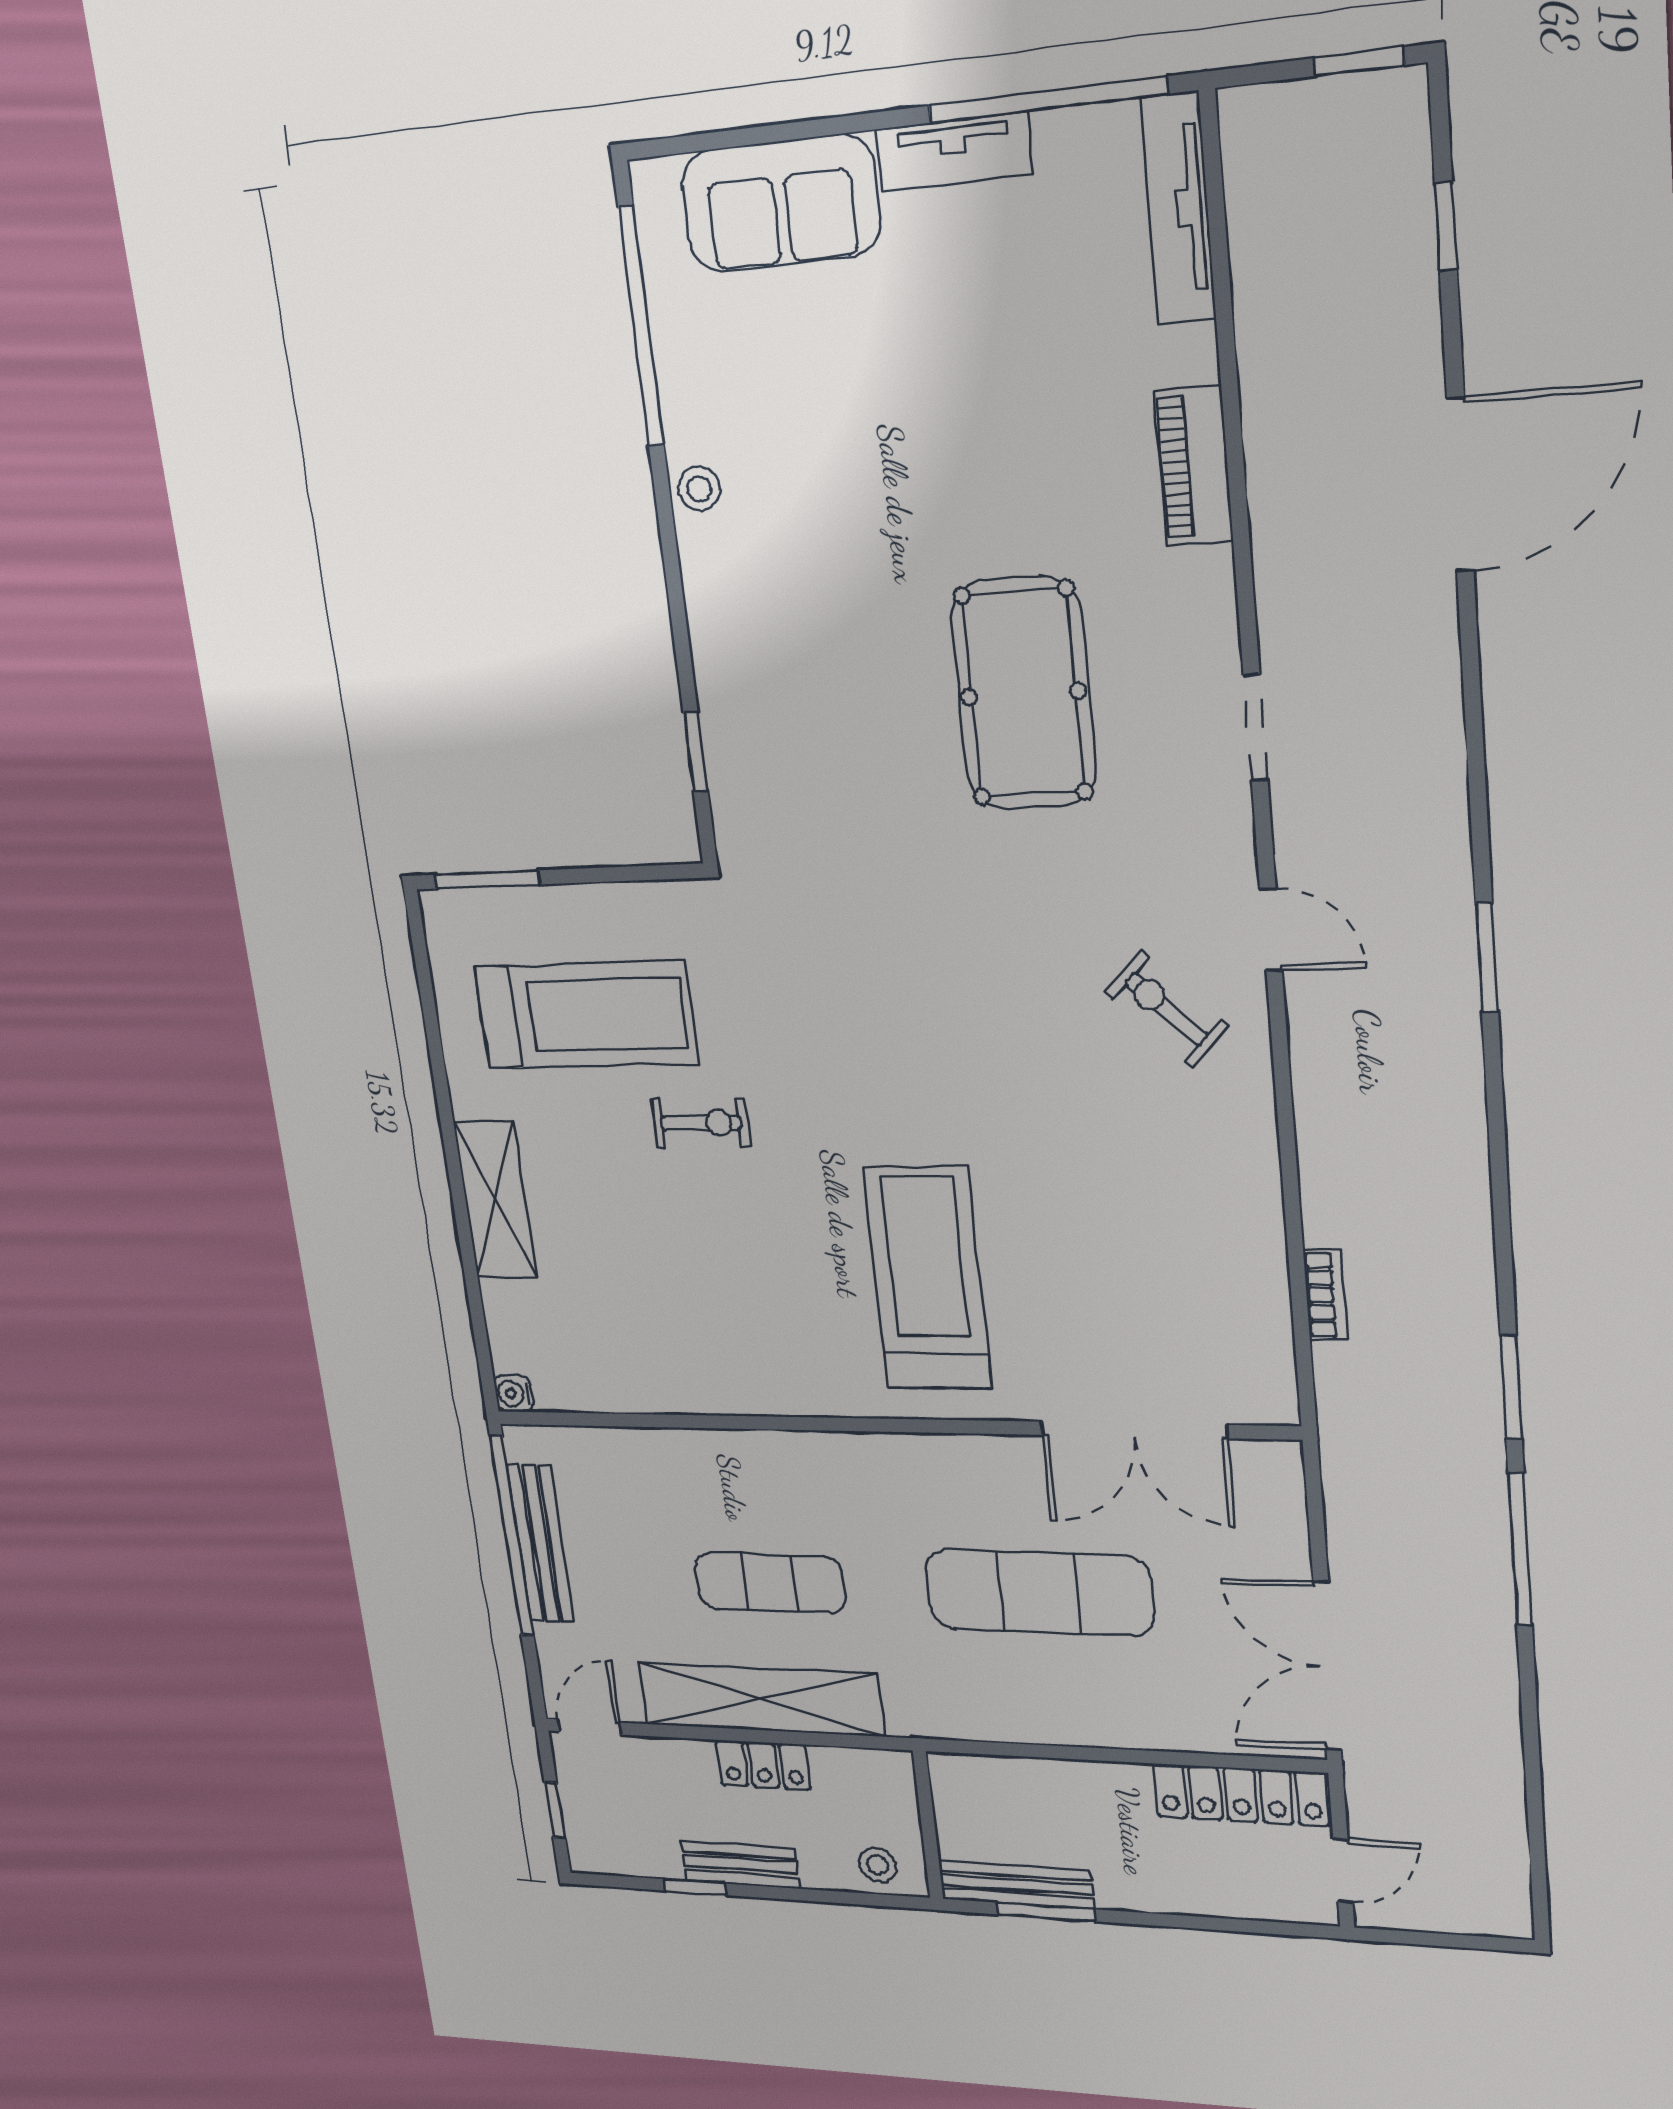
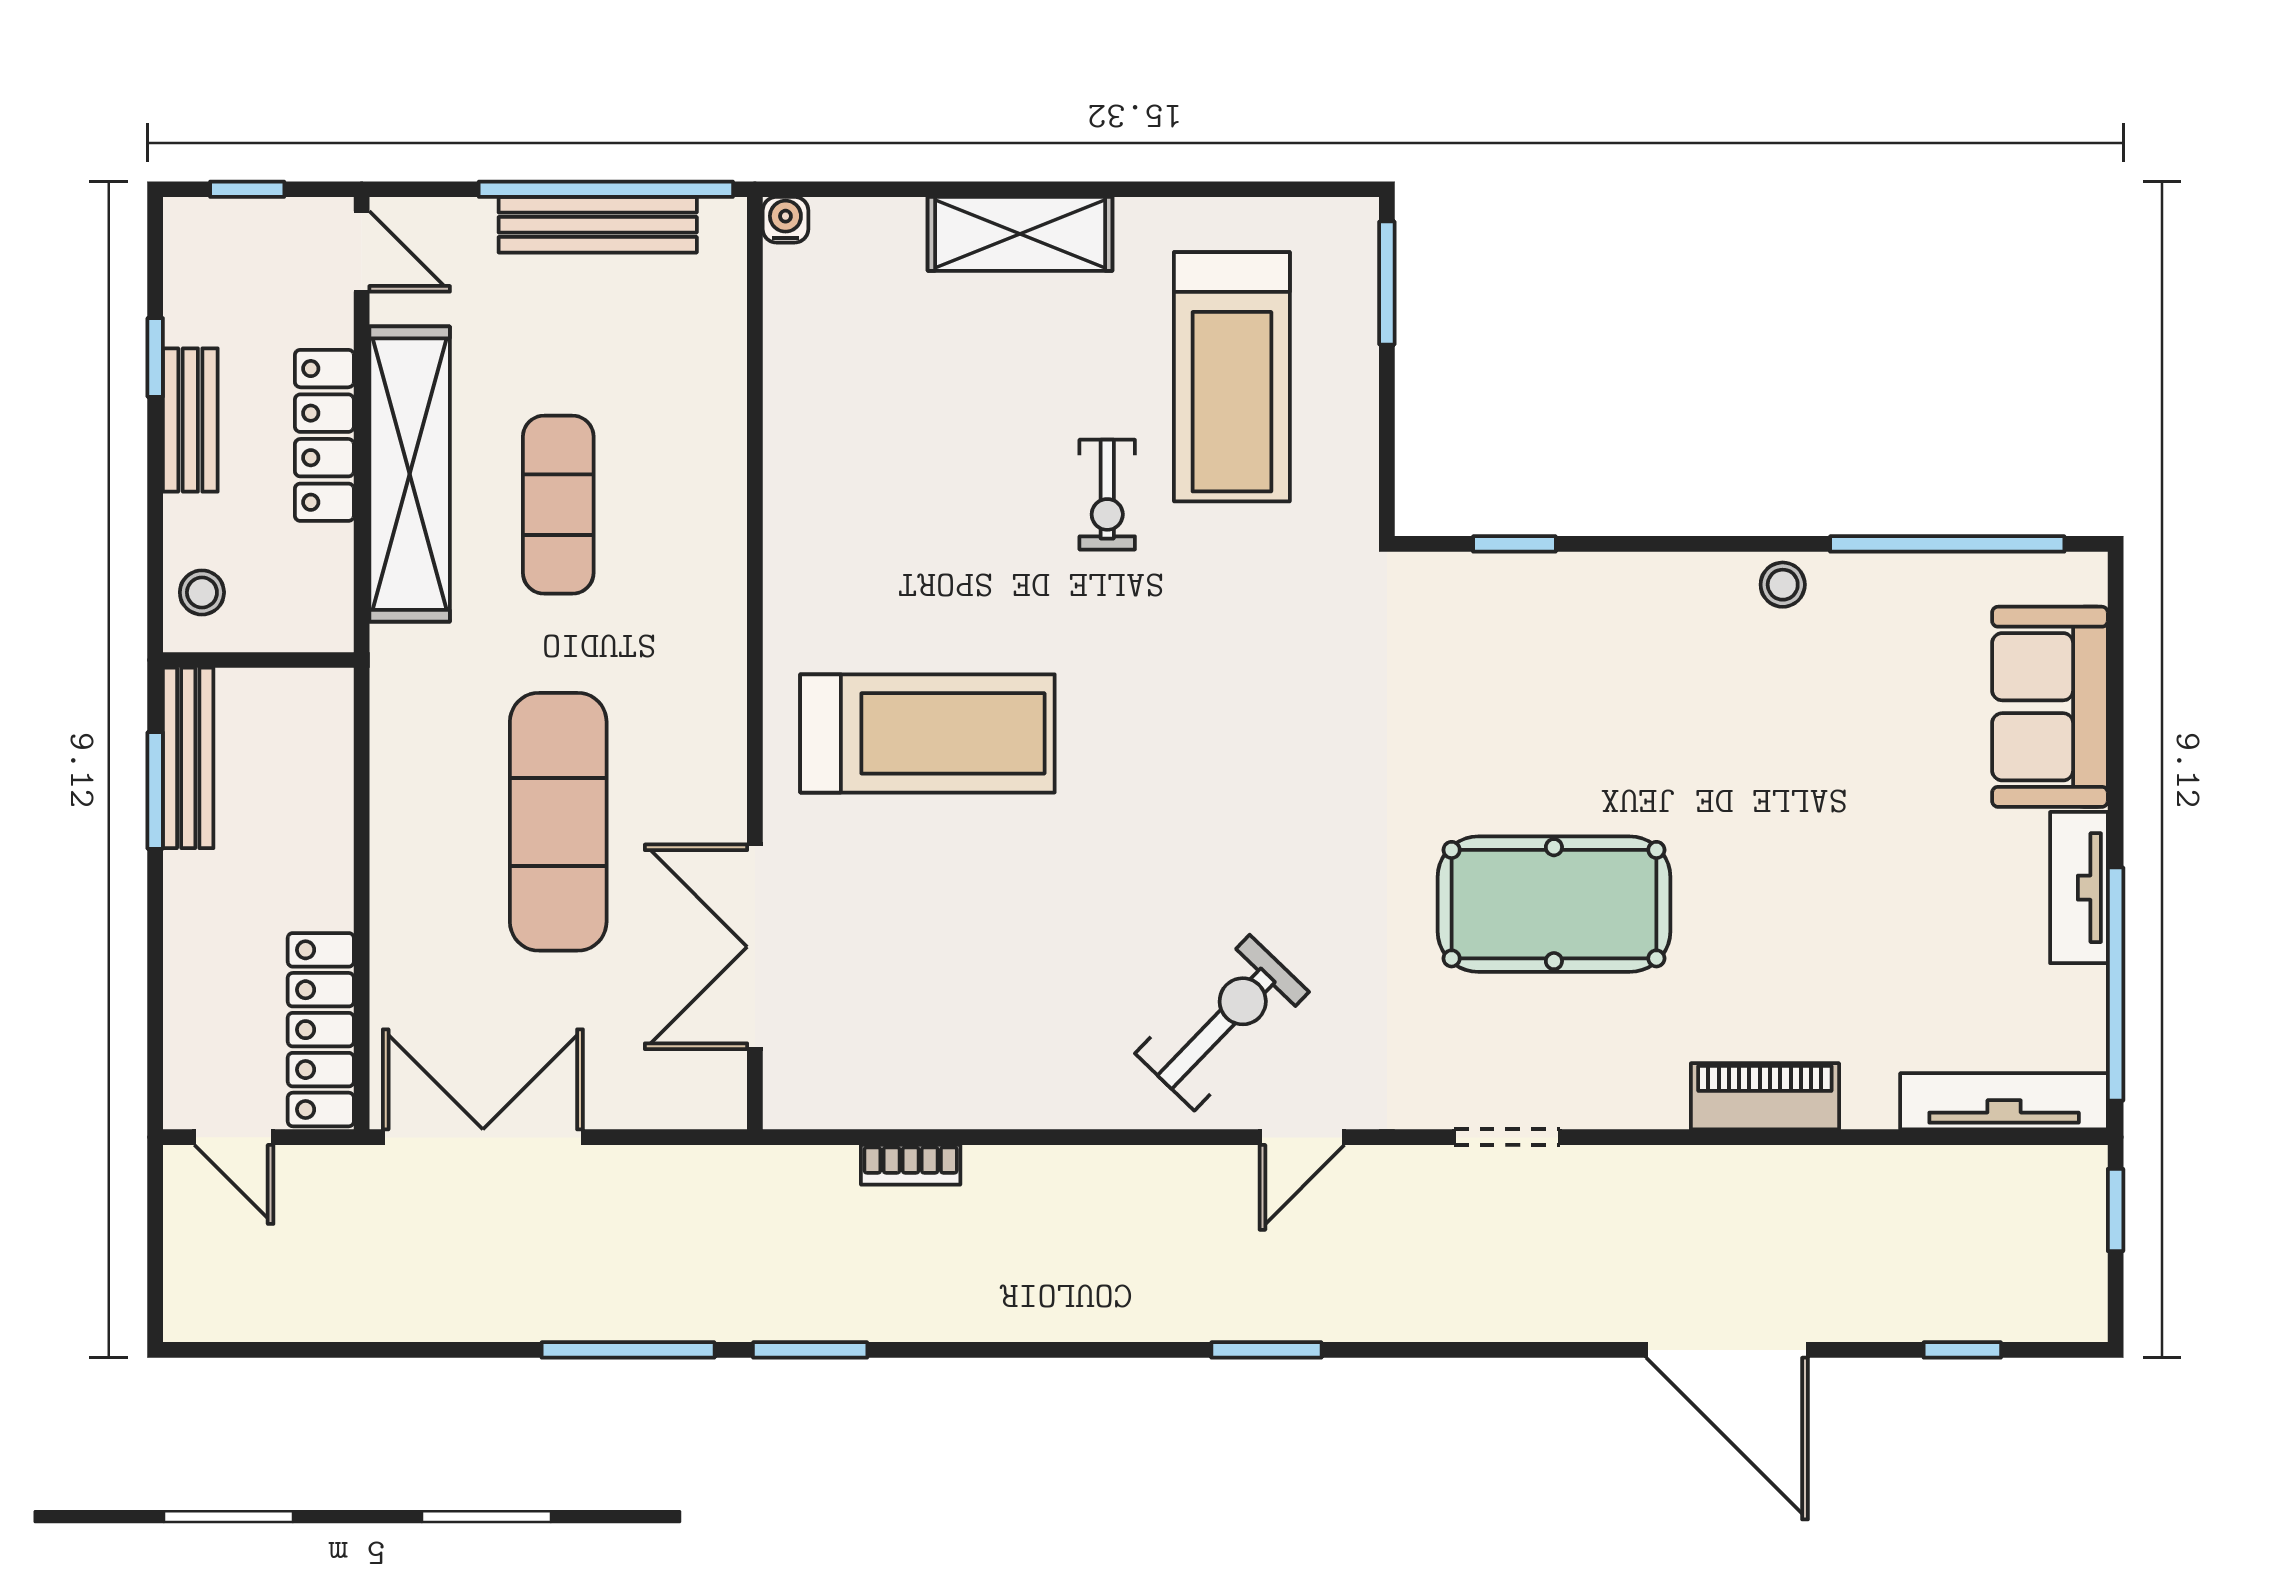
window: (1359, 62) -> (2116, 1210), moved
exercise bike: (1166, 1009) -> (1222, 1023), width x1.38, depth x1.39
locker: (763, 1765) -> (324, 435), width x1.53

